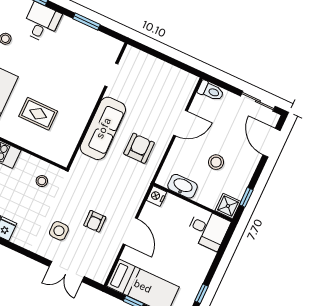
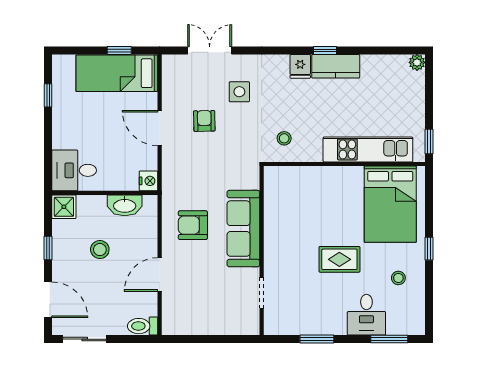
rug: (38, 114) -> (339, 259), moved
armchair: (139, 148) -> (193, 225), turned 90
window: (246, 197) -> (48, 248), moved

